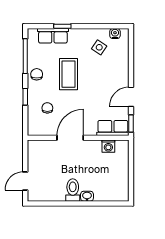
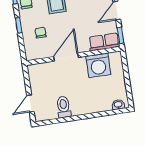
washing machine: (108, 146) -> (98, 65), width x1.89, depth x1.89
toilet: (73, 190) -> (64, 107), moved
washbasin: (87, 196) -> (118, 105), moved

